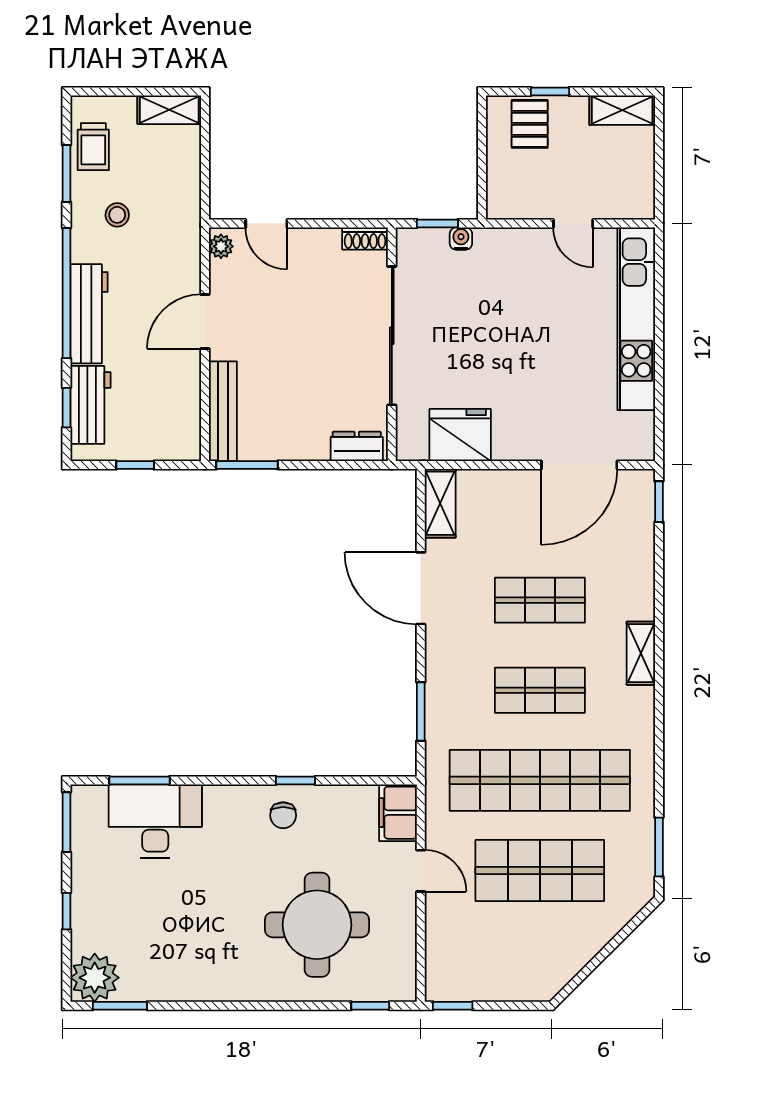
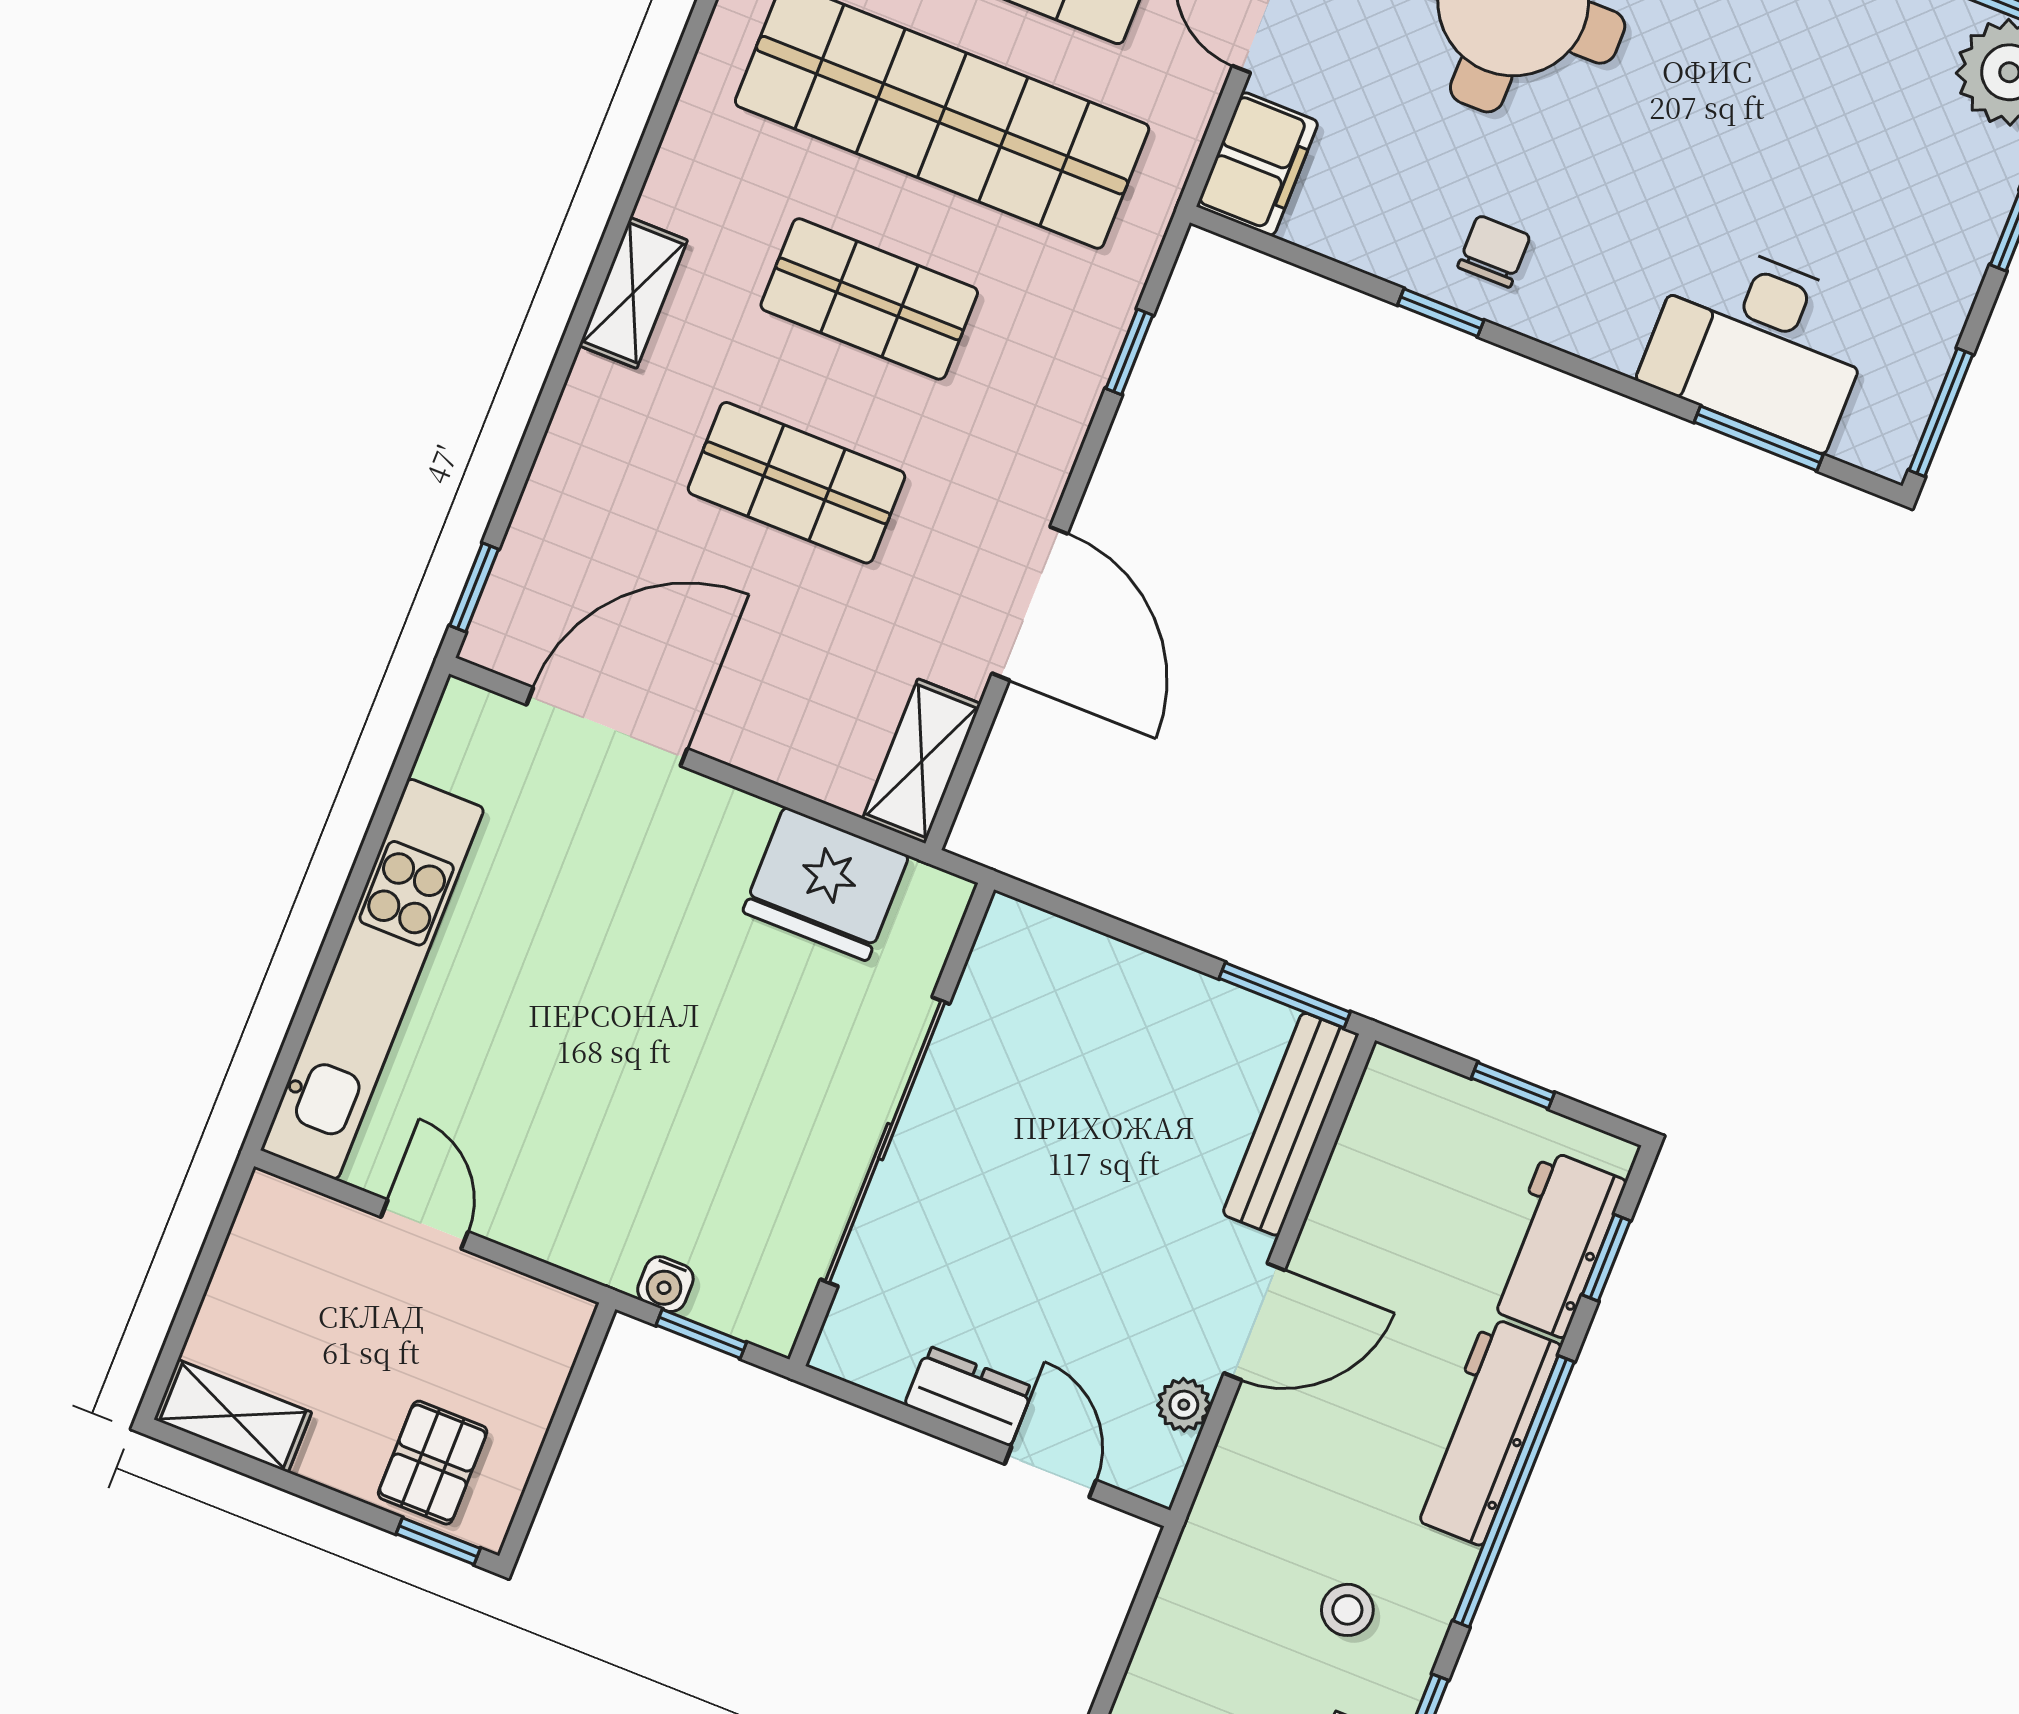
window: (550, 91) -> (438, 1541), moved
shoe rack: (365, 238) -> (861, 1362), removed
plant: (221, 246) -> (1184, 1405), moved
dresser: (357, 446) -> (969, 1396), moved, turned 180
window: (421, 712) -> (1129, 352), width x0.67

